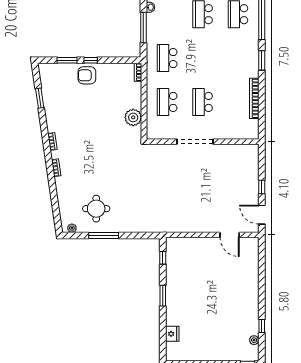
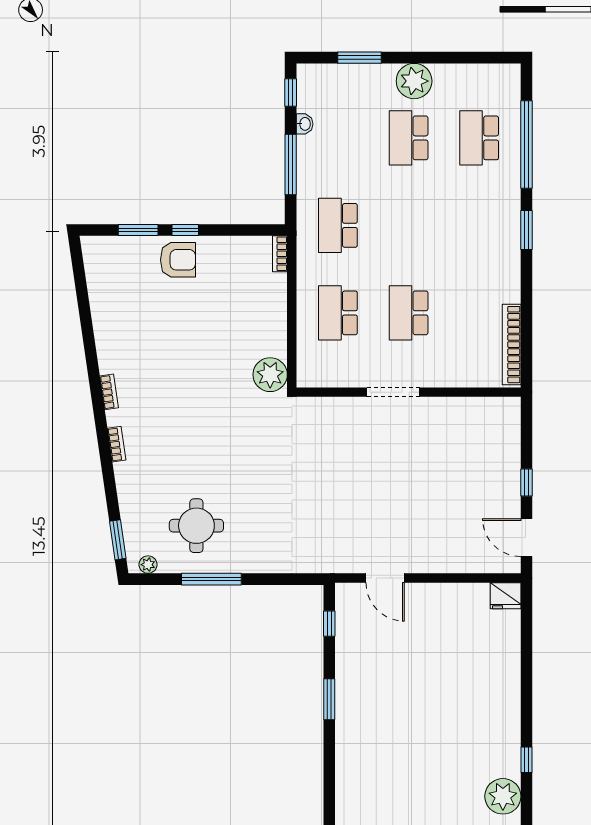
armchair: (87, 75) -> (178, 260), turned 180
window: (40, 98) -> (118, 540), moved
bookcase: (254, 98) -> (512, 345), moved
plant: (133, 117) -> (270, 375), moved
doorway: (195, 142) -> (393, 392), width x0.73
door: (230, 235) -> (385, 578), moved
fridge: (172, 334) -> (506, 596), moved, turned 90
plant: (254, 340) -> (503, 796), width x1.88, depth x1.88

